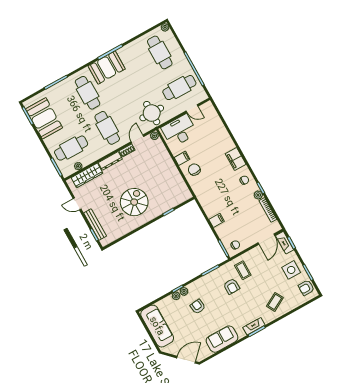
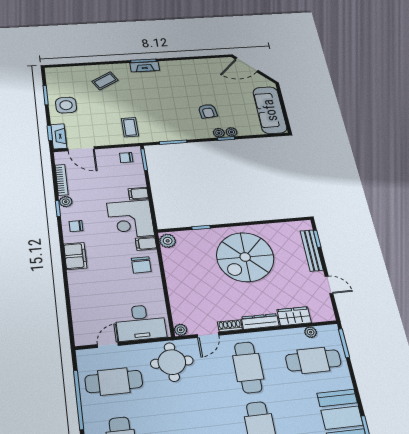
door: (192, 109) -> (108, 345), hinge flipped
filing cabinet: (182, 158) -> (146, 244), moved
wardrobe: (87, 175) -> (294, 316), width x0.67
plant: (185, 193) -> (168, 241), added
corner desk: (214, 199) -> (130, 219), added
spiral stairs: (134, 202) -> (245, 257), width x1.37, depth x1.37
door: (266, 239) -> (81, 149), swing flipped
armchair: (232, 286) -> (153, 116), removed
armchair: (306, 288) -> (57, 81), removed
sofa: (222, 339) -> (192, 69), removed

